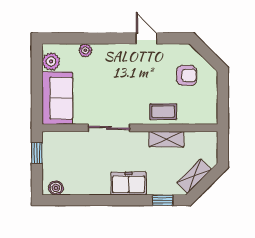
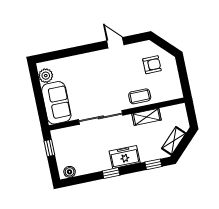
plant: (85, 50) -> (70, 62), removed
sliding door: (109, 128) -> (101, 117), width x1.37
window: (108, 200) -> (111, 173), added

